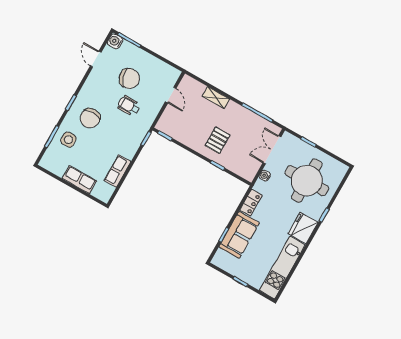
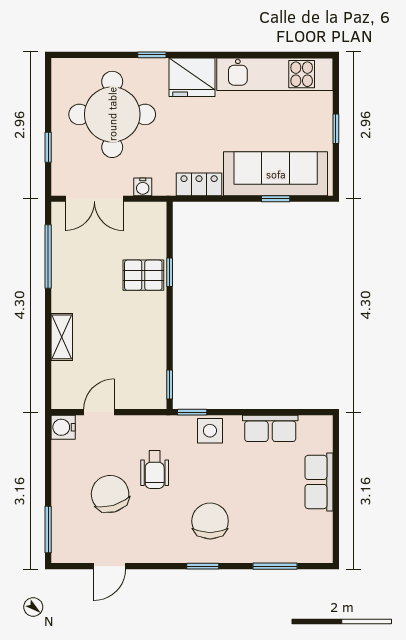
water cooler: (115, 41) -> (63, 427), moved, turned 90
chair: (90, 118) -> (210, 521), turned -90
side table: (68, 140) -> (210, 431), moved
pallet: (218, 140) -> (143, 275), moved
sofa: (239, 235) -> (276, 174), width x1.36

